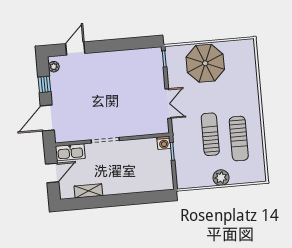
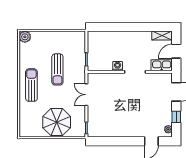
sun lounger: (239, 139) -> (31, 85), moved
washing machine: (164, 143) -> (118, 66), moved
plant: (221, 178) -> (25, 37), moved
shelving: (88, 191) -> (162, 36), moved

